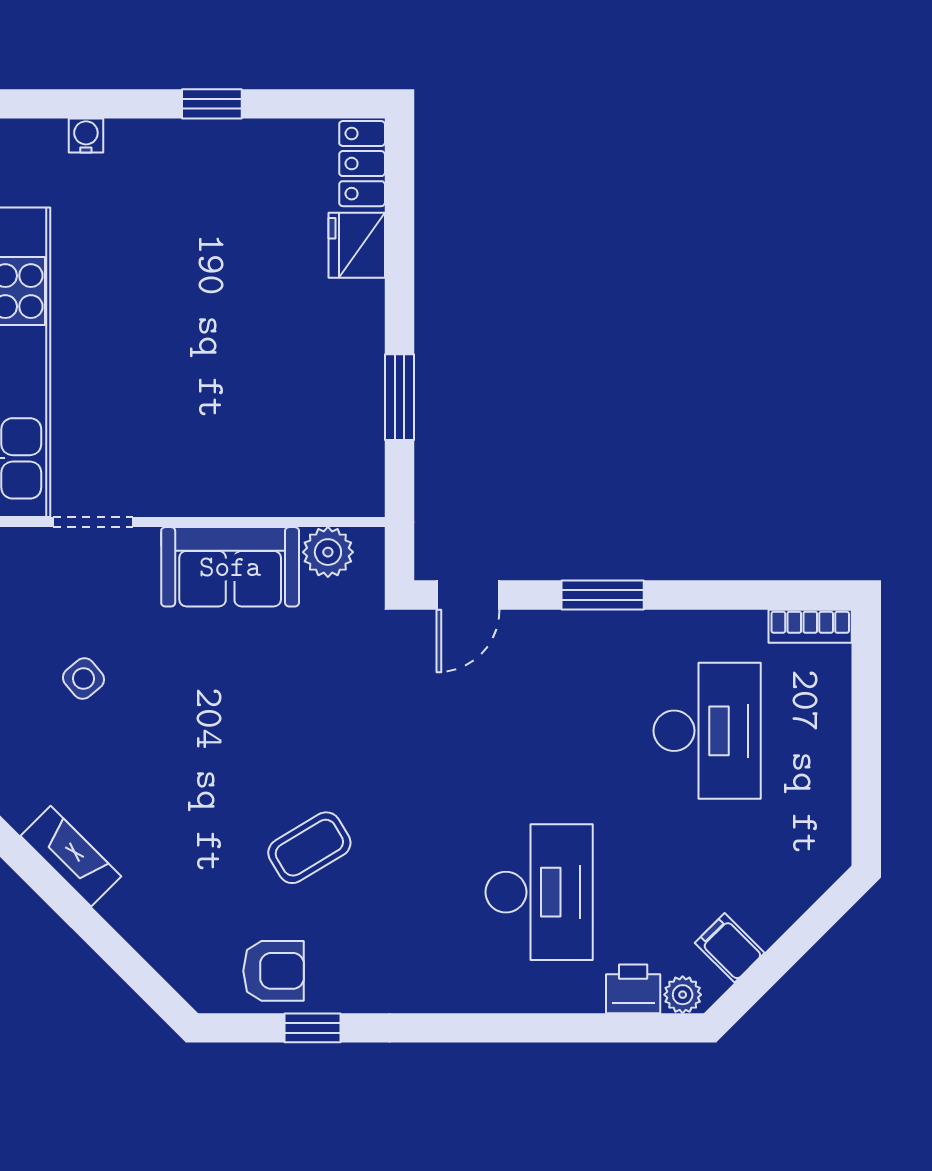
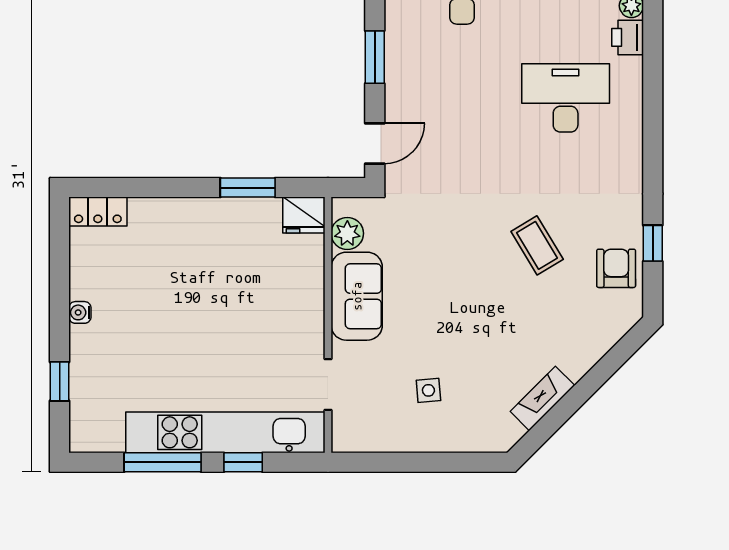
window: (212, 104) -> (60, 381), moved
water cooler: (86, 136) -> (80, 312), moved
fridge: (357, 245) -> (304, 215), moved
door: (468, 595) -> (375, 143), hinge flipped
side table: (83, 679) -> (428, 390), turned 35

